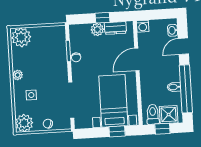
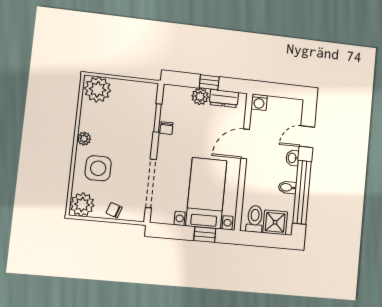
washbasin: (173, 30) -> (292, 158), moved
side table: (31, 95) -> (98, 168), width x1.87, depth x1.87
window: (162, 129) -> (264, 240), removed

